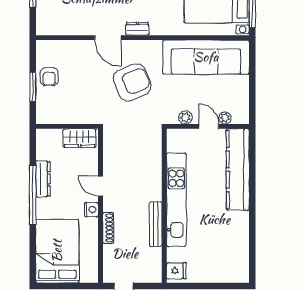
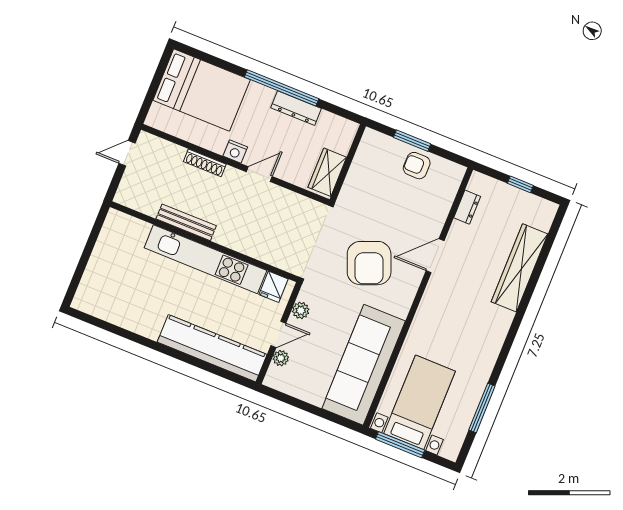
dresser: (137, 29) -> (467, 207), moved
fridge: (176, 271) -> (274, 287), moved

